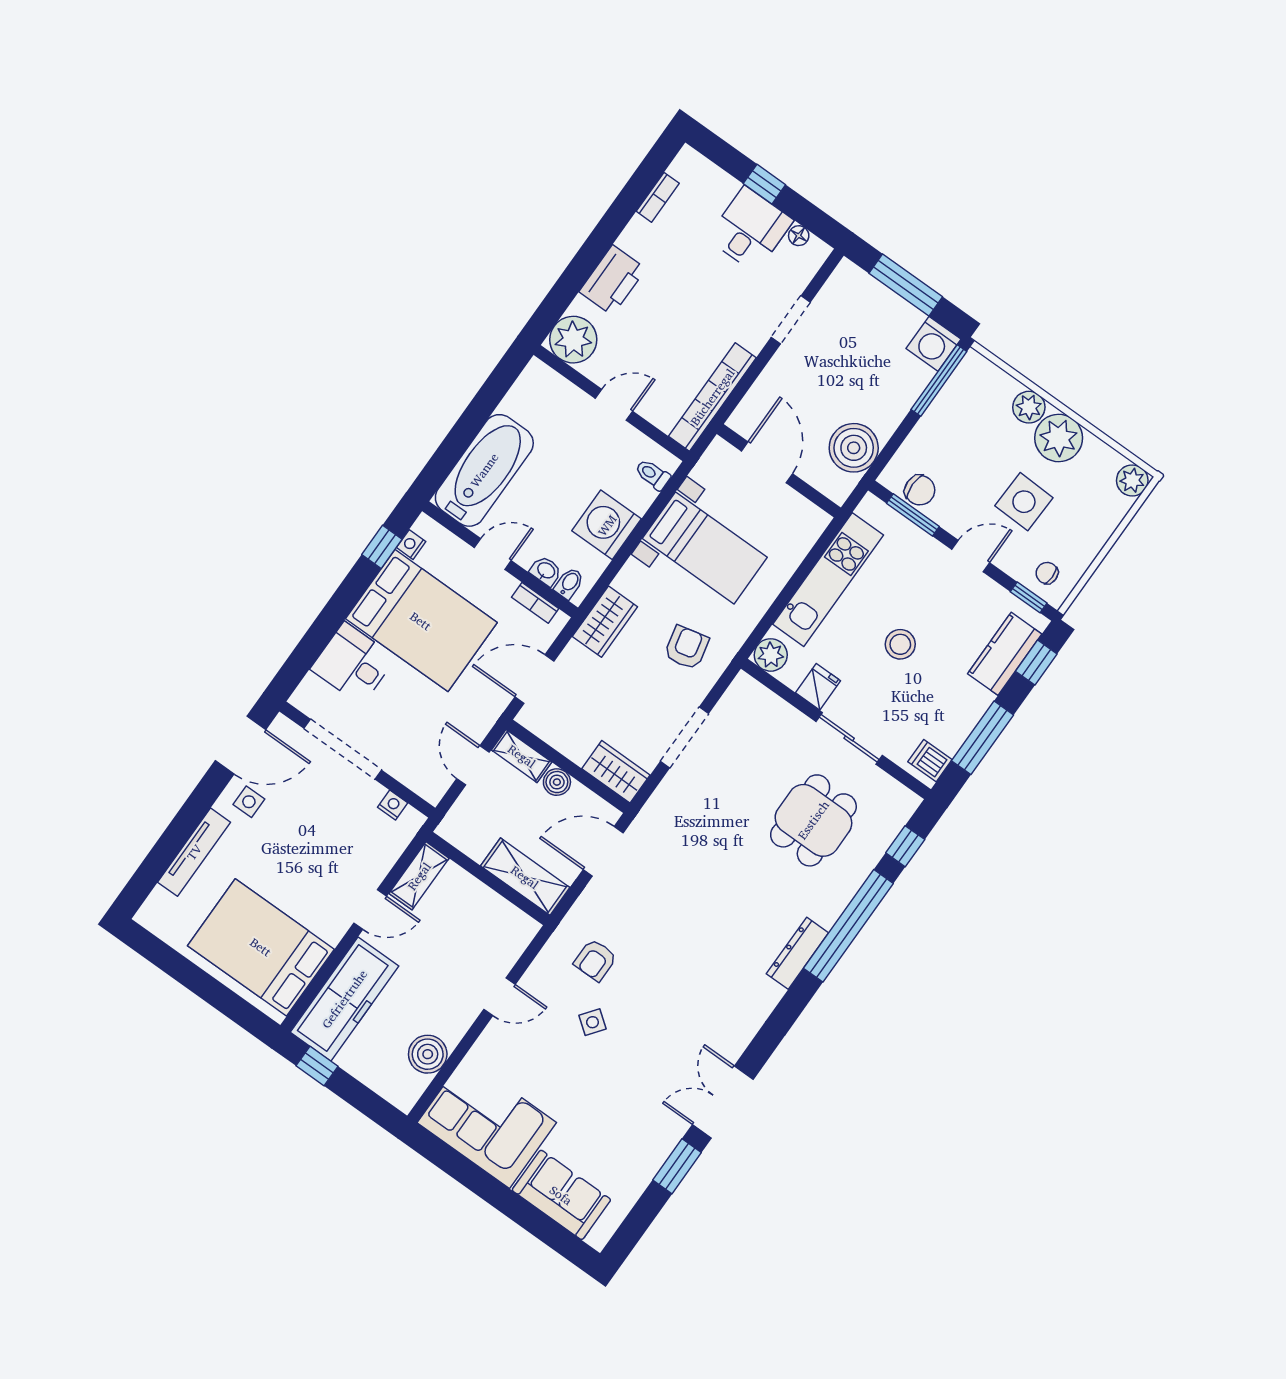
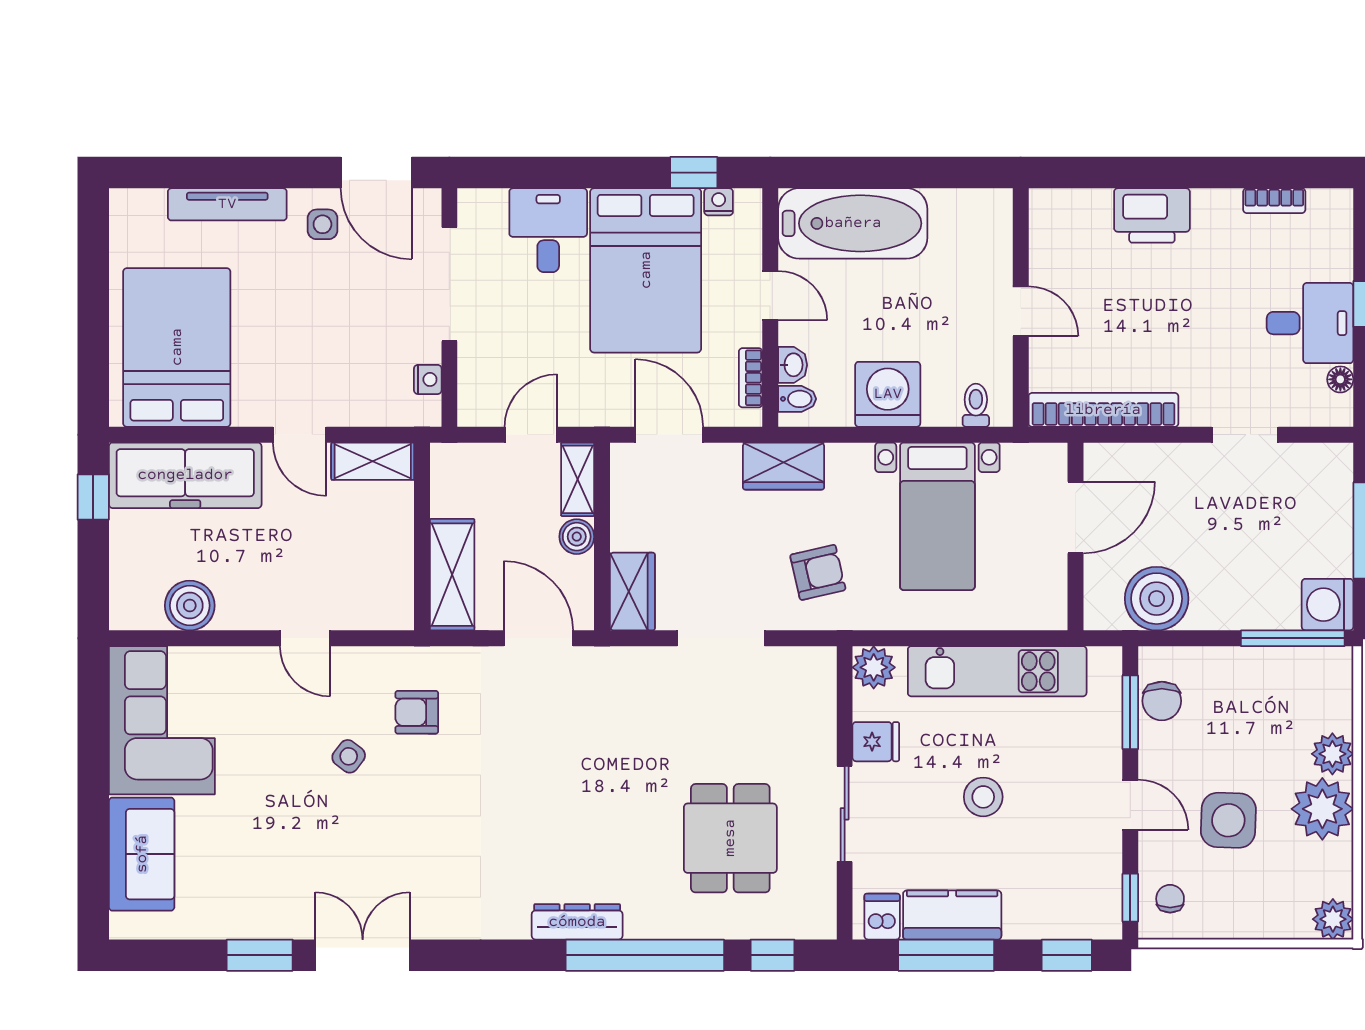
plant: (573, 340) -> (1059, 219), removed
kitchen counter: (1005, 654) -> (952, 915), moved
dining table: (813, 820) -> (730, 838), turned 90

